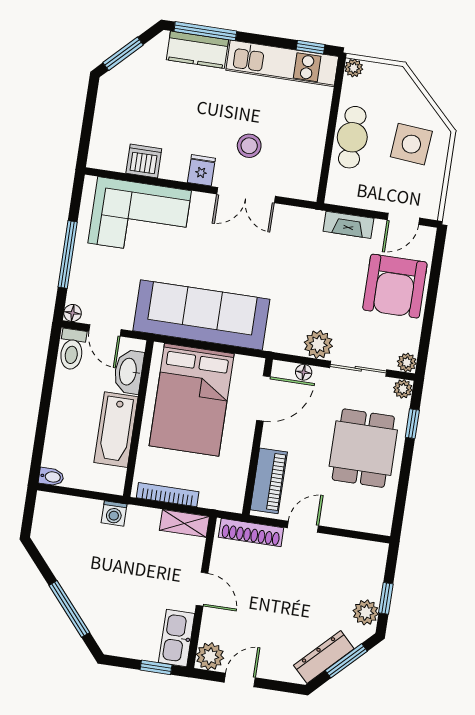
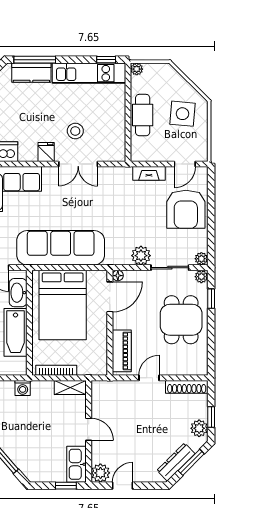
floor lamp: (304, 372) -> (118, 276), moved
shoe rack: (251, 533) -> (187, 387), moved

